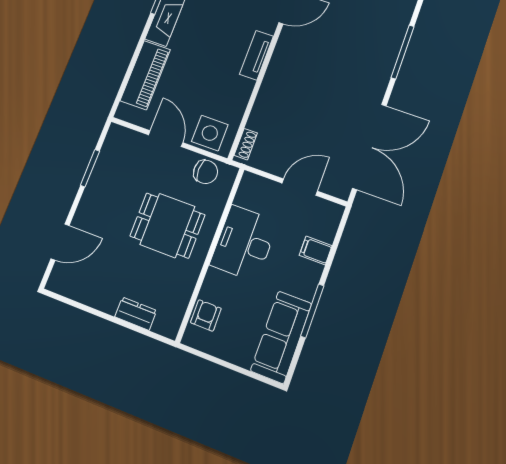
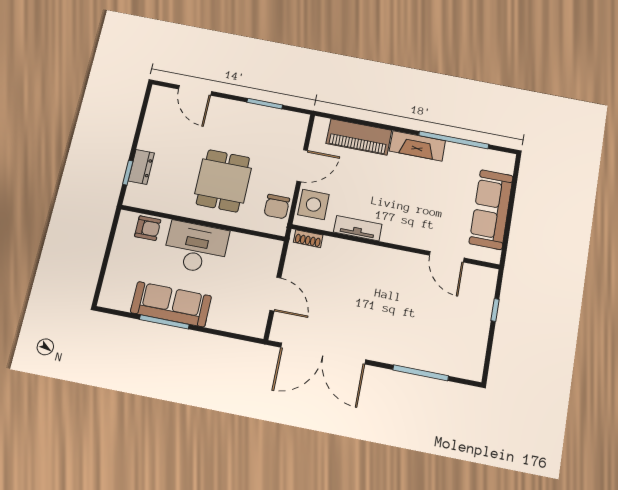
tv unit: (257, 55) -> (358, 228), moved
desk: (244, 243) -> (196, 248), moved
filing cabinet: (316, 251) -> (219, 317), removed
window: (140, 330) -> (128, 173), added
sofa: (281, 337) -> (171, 304), moved

